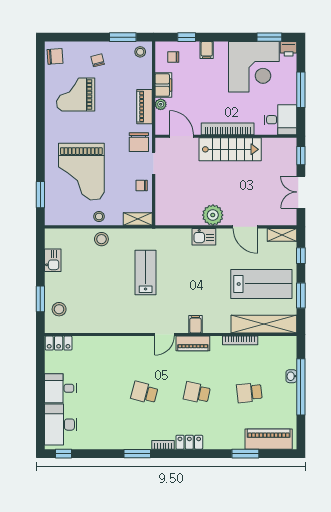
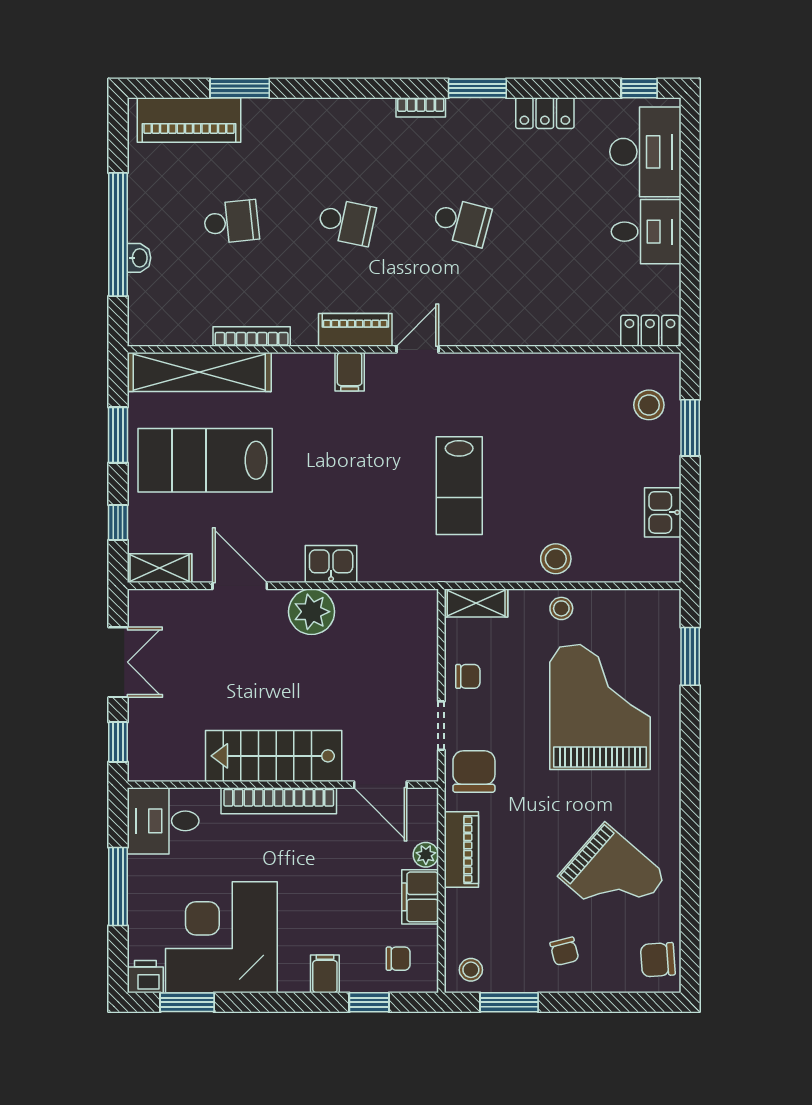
grand piano: (76, 94) -> (613, 876), turned 41
locker: (189, 442) -> (545, 113), moved

